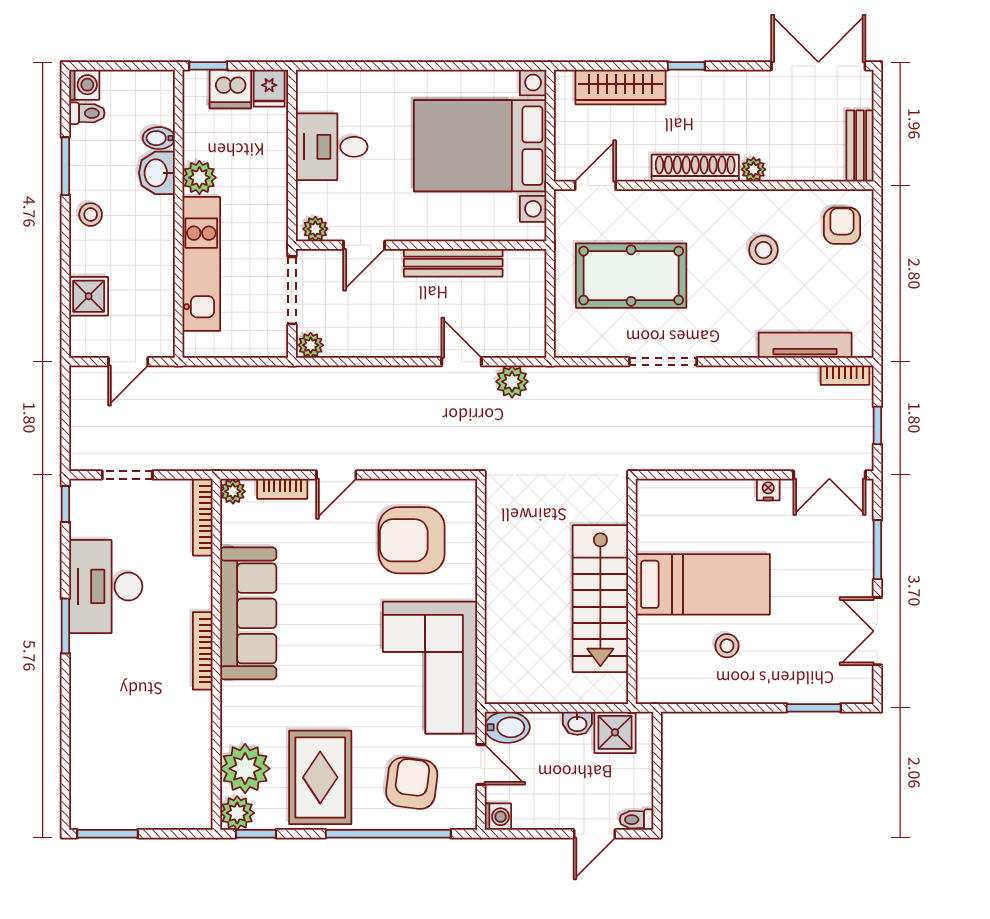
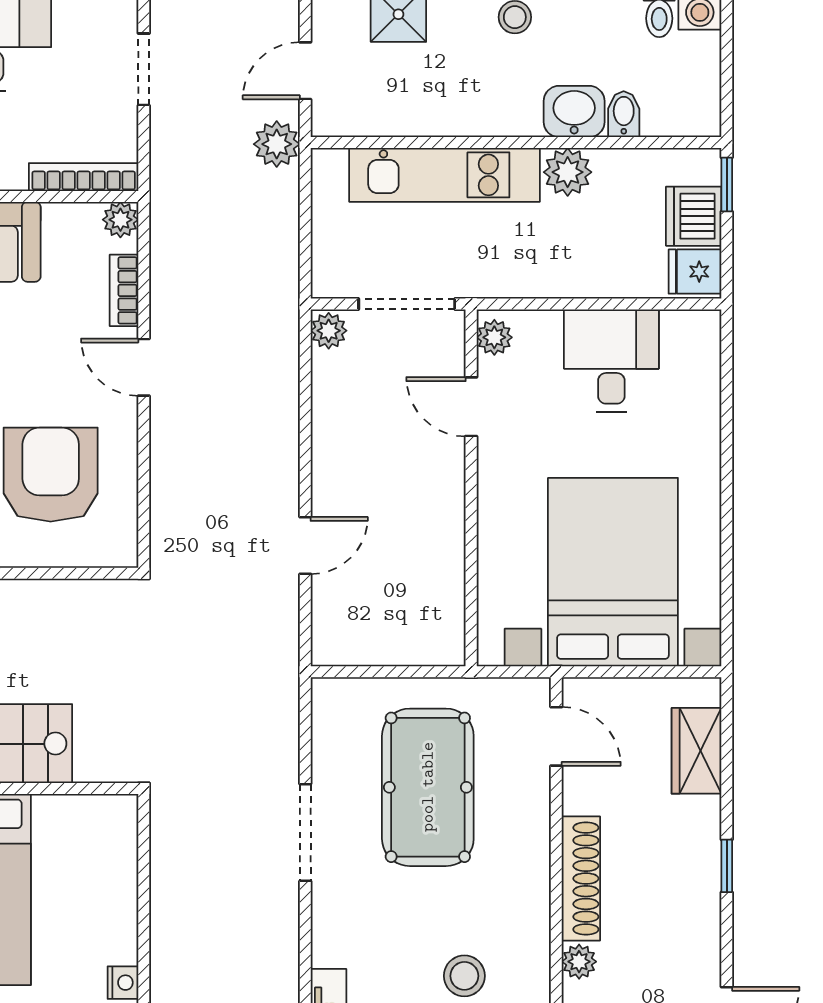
wardrobe: (621, 87) -> (696, 751), width x0.67
bench: (453, 263) -> (446, 534), removed
door: (128, 362) -> (305, 71), hinge flipped
plant: (512, 382) -> (277, 144), moved

